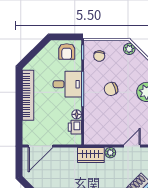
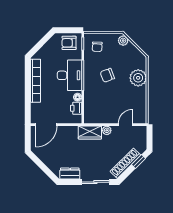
armchair: (67, 52) -> (69, 43), turned 90
desk: (67, 84) -> (70, 75), width x1.37

